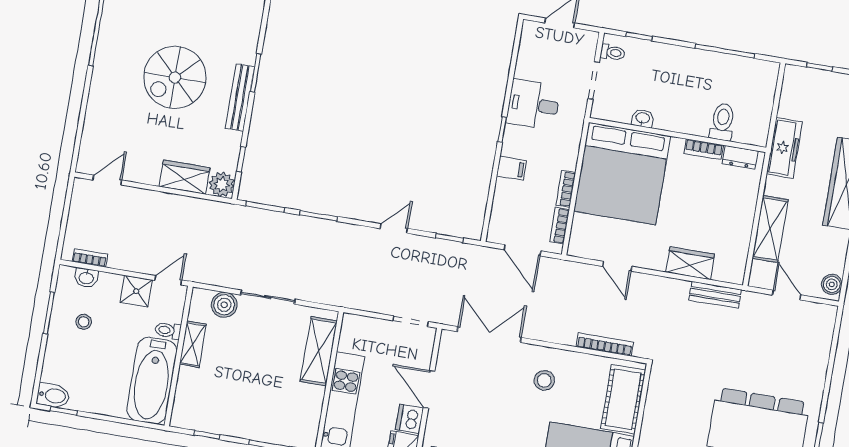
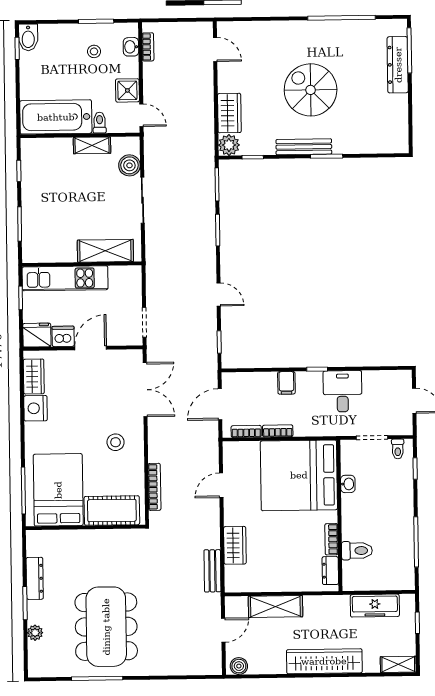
freezer: (784, 148) -> (375, 606), moved

